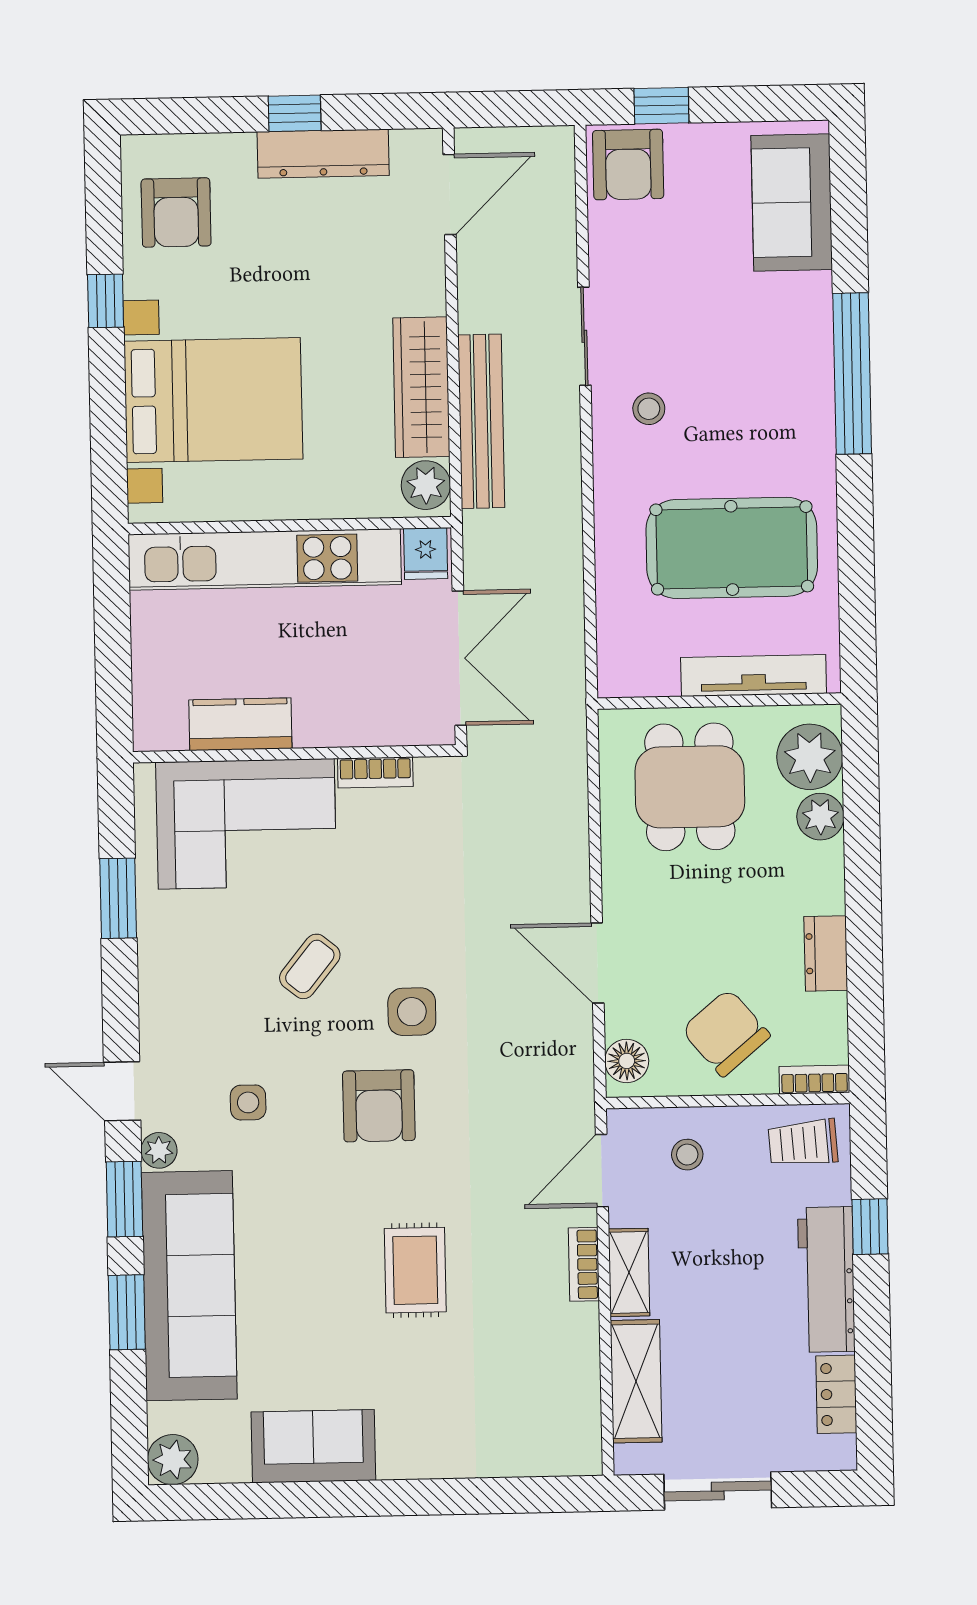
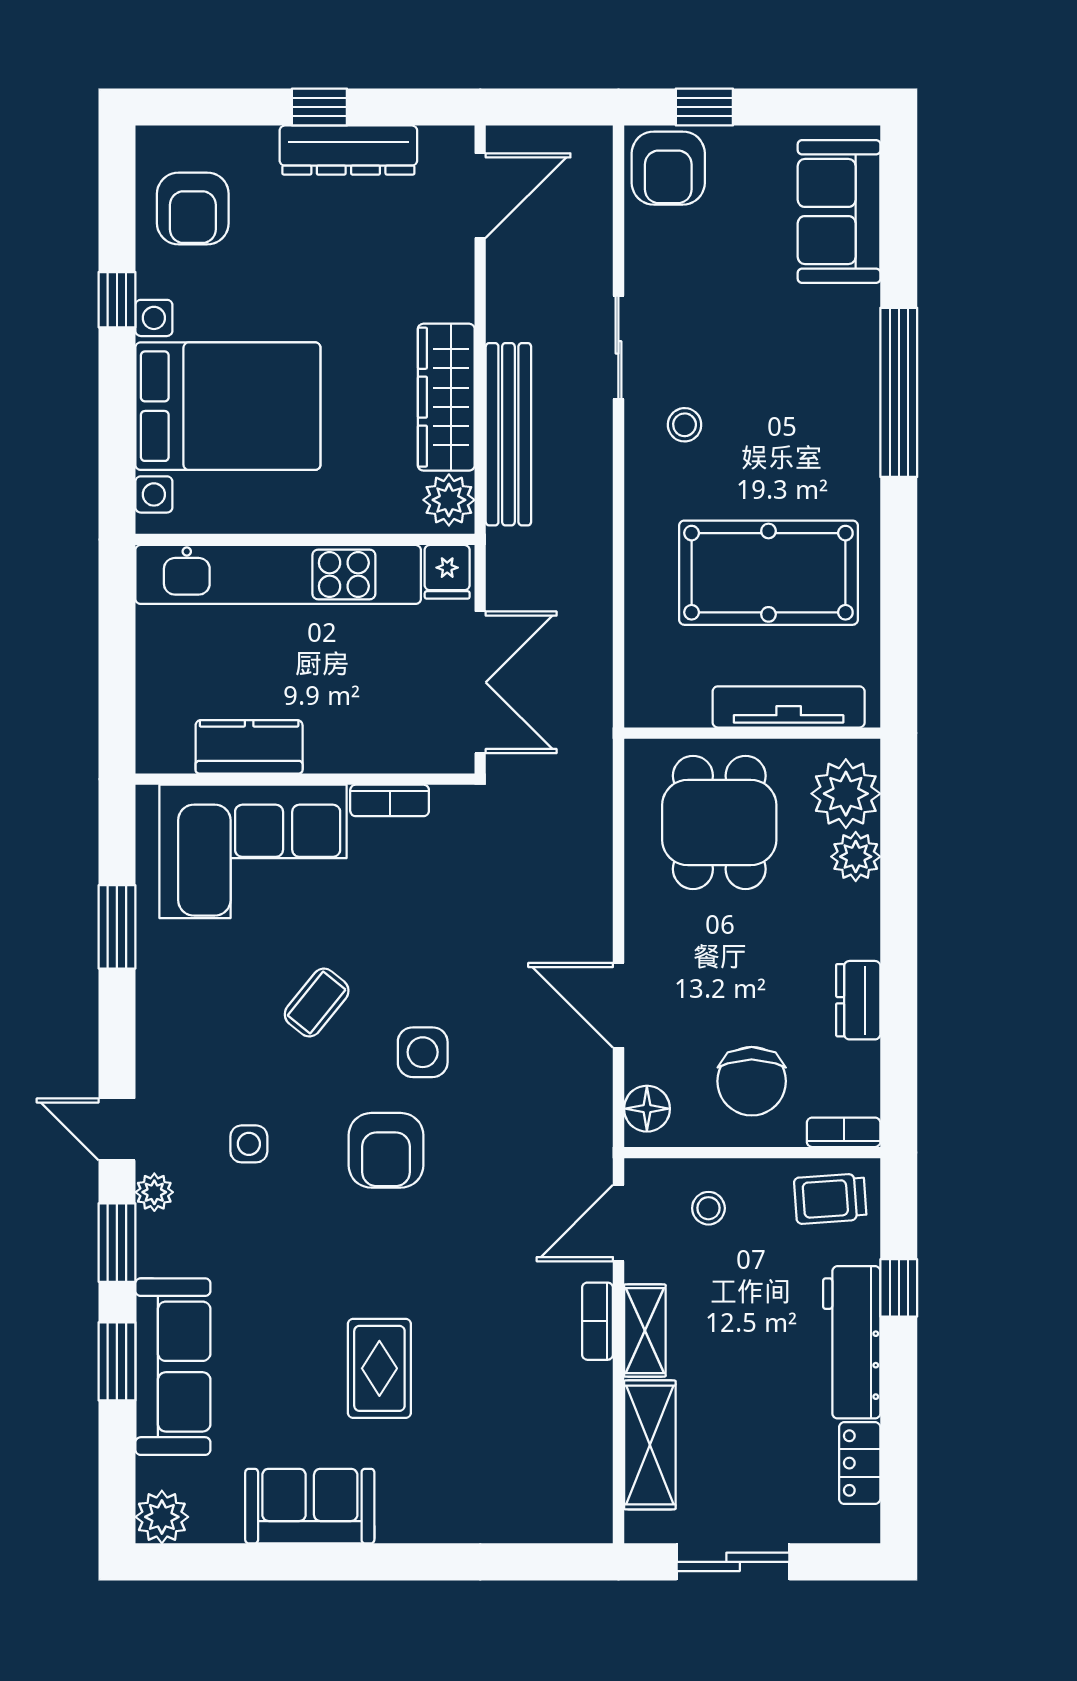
chair: (726, 1033) -> (752, 1081), turned -140
rug: (415, 1270) -> (379, 1368), moved
sofa: (189, 1286) -> (173, 1367), width x0.74, depth x0.79

